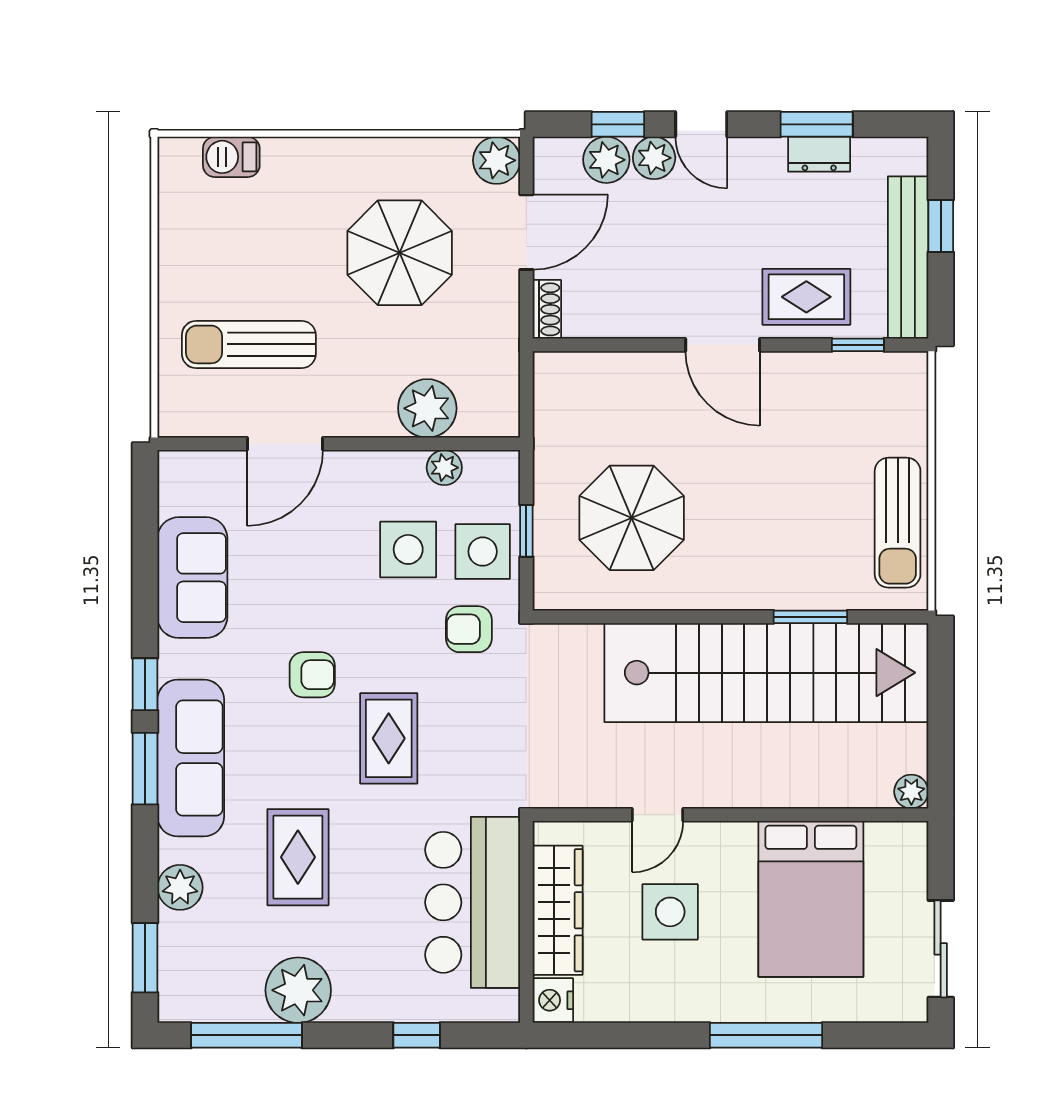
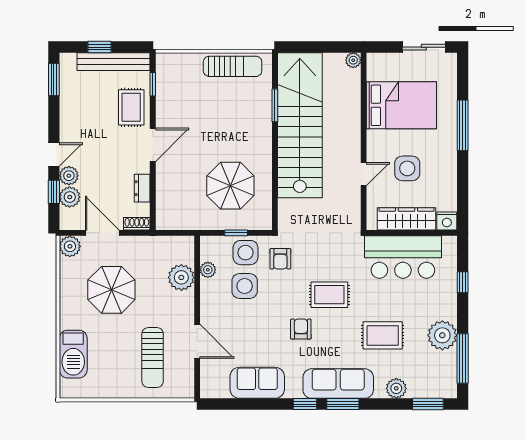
window: (817, 124) -> (54, 80), moved
dresser: (819, 154) -> (142, 188), moved, turned 180
barbecue: (231, 157) -> (73, 354), width x1.88, depth x1.53
door: (657, 815) -> (364, 174), hinge flipped

